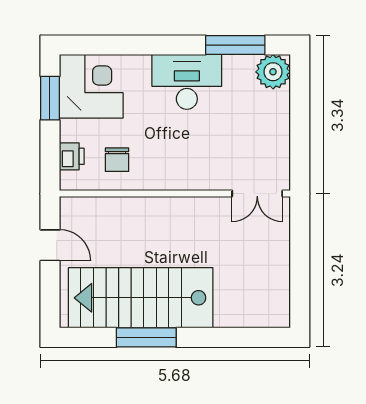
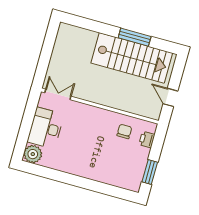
window: (235, 45) -> (48, 173), removed
desk: (187, 82) -> (46, 128), moved, turned 90
corner desk: (91, 86) -> (127, 172), removed

